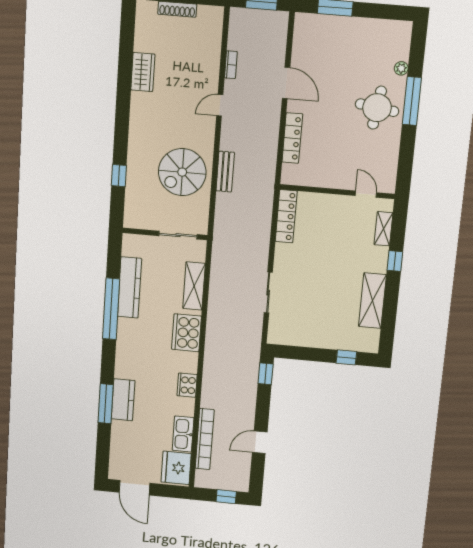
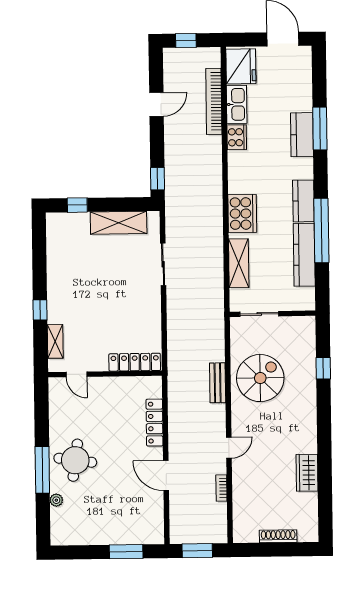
locker: (286, 216) -> (135, 362), moved, turned 90
shelving: (372, 301) -> (119, 223), moved, turned 90
kitchen counter: (126, 338) -> (303, 201), added
cooker: (187, 385) -> (237, 137), moved

